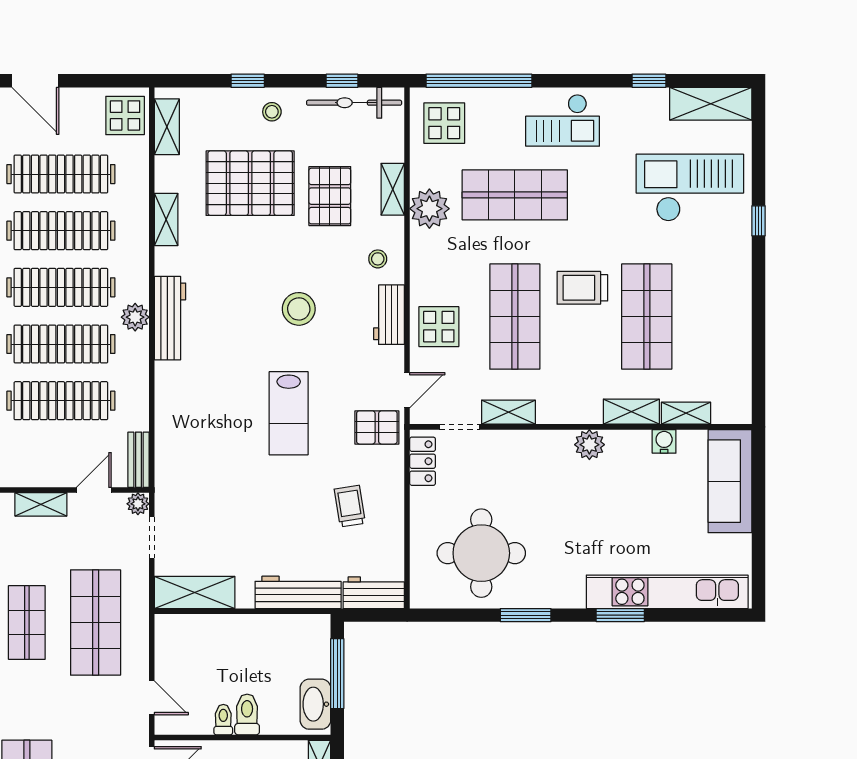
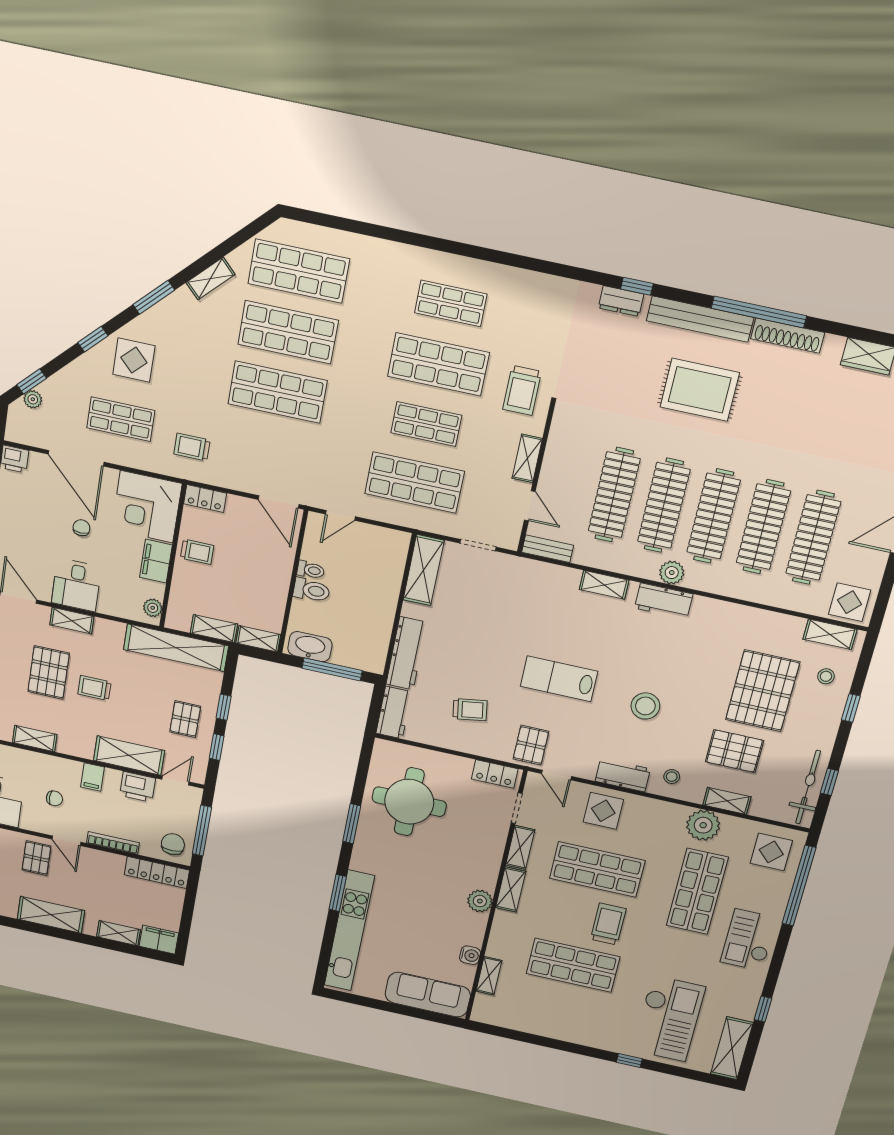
stool: (272, 112) -> (826, 676), moved
shelving: (166, 219) -> (604, 585), moved
workbench: (170, 318) -> (664, 601), width x0.73
shelving: (631, 412) -> (511, 889), moved
plant: (138, 504) -> (510, 540), removed

